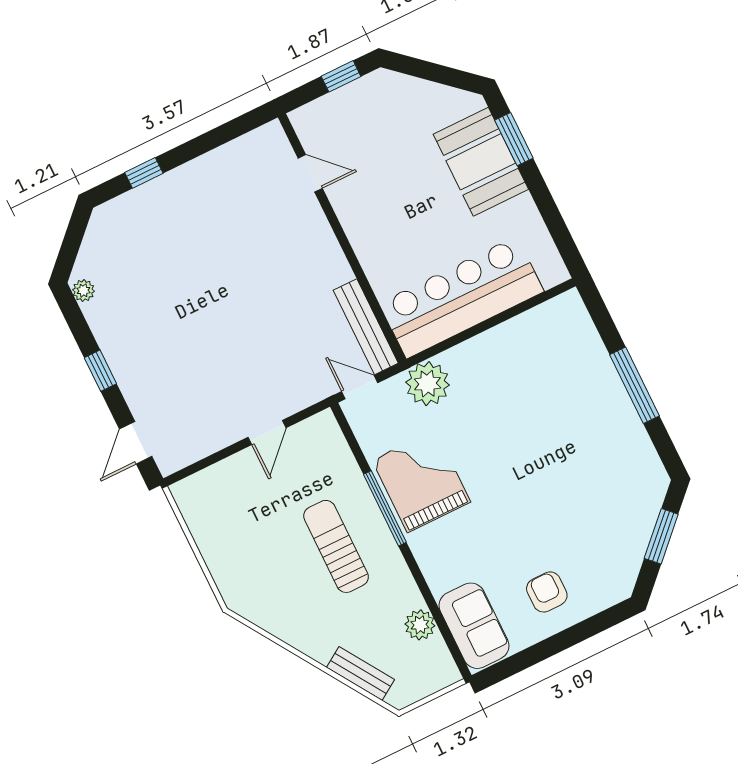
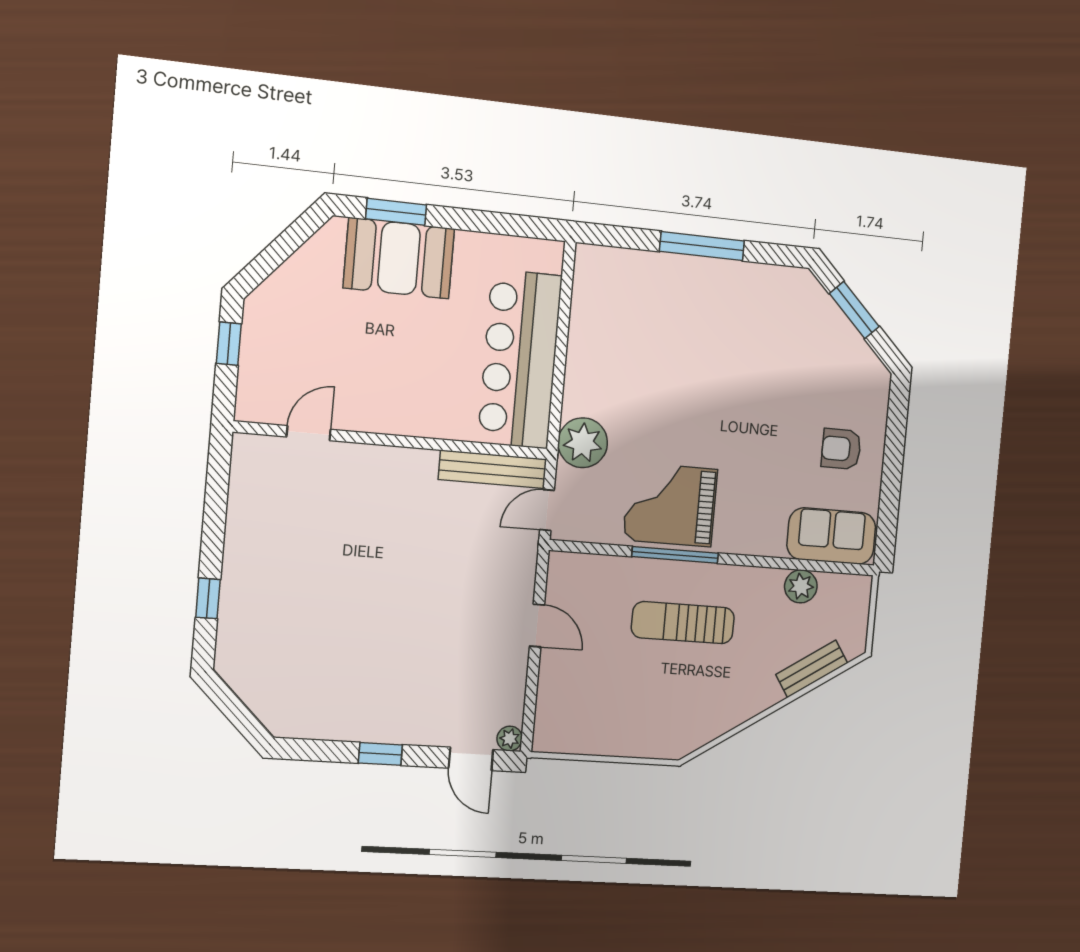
plant: (83, 291) -> (510, 739), moved

